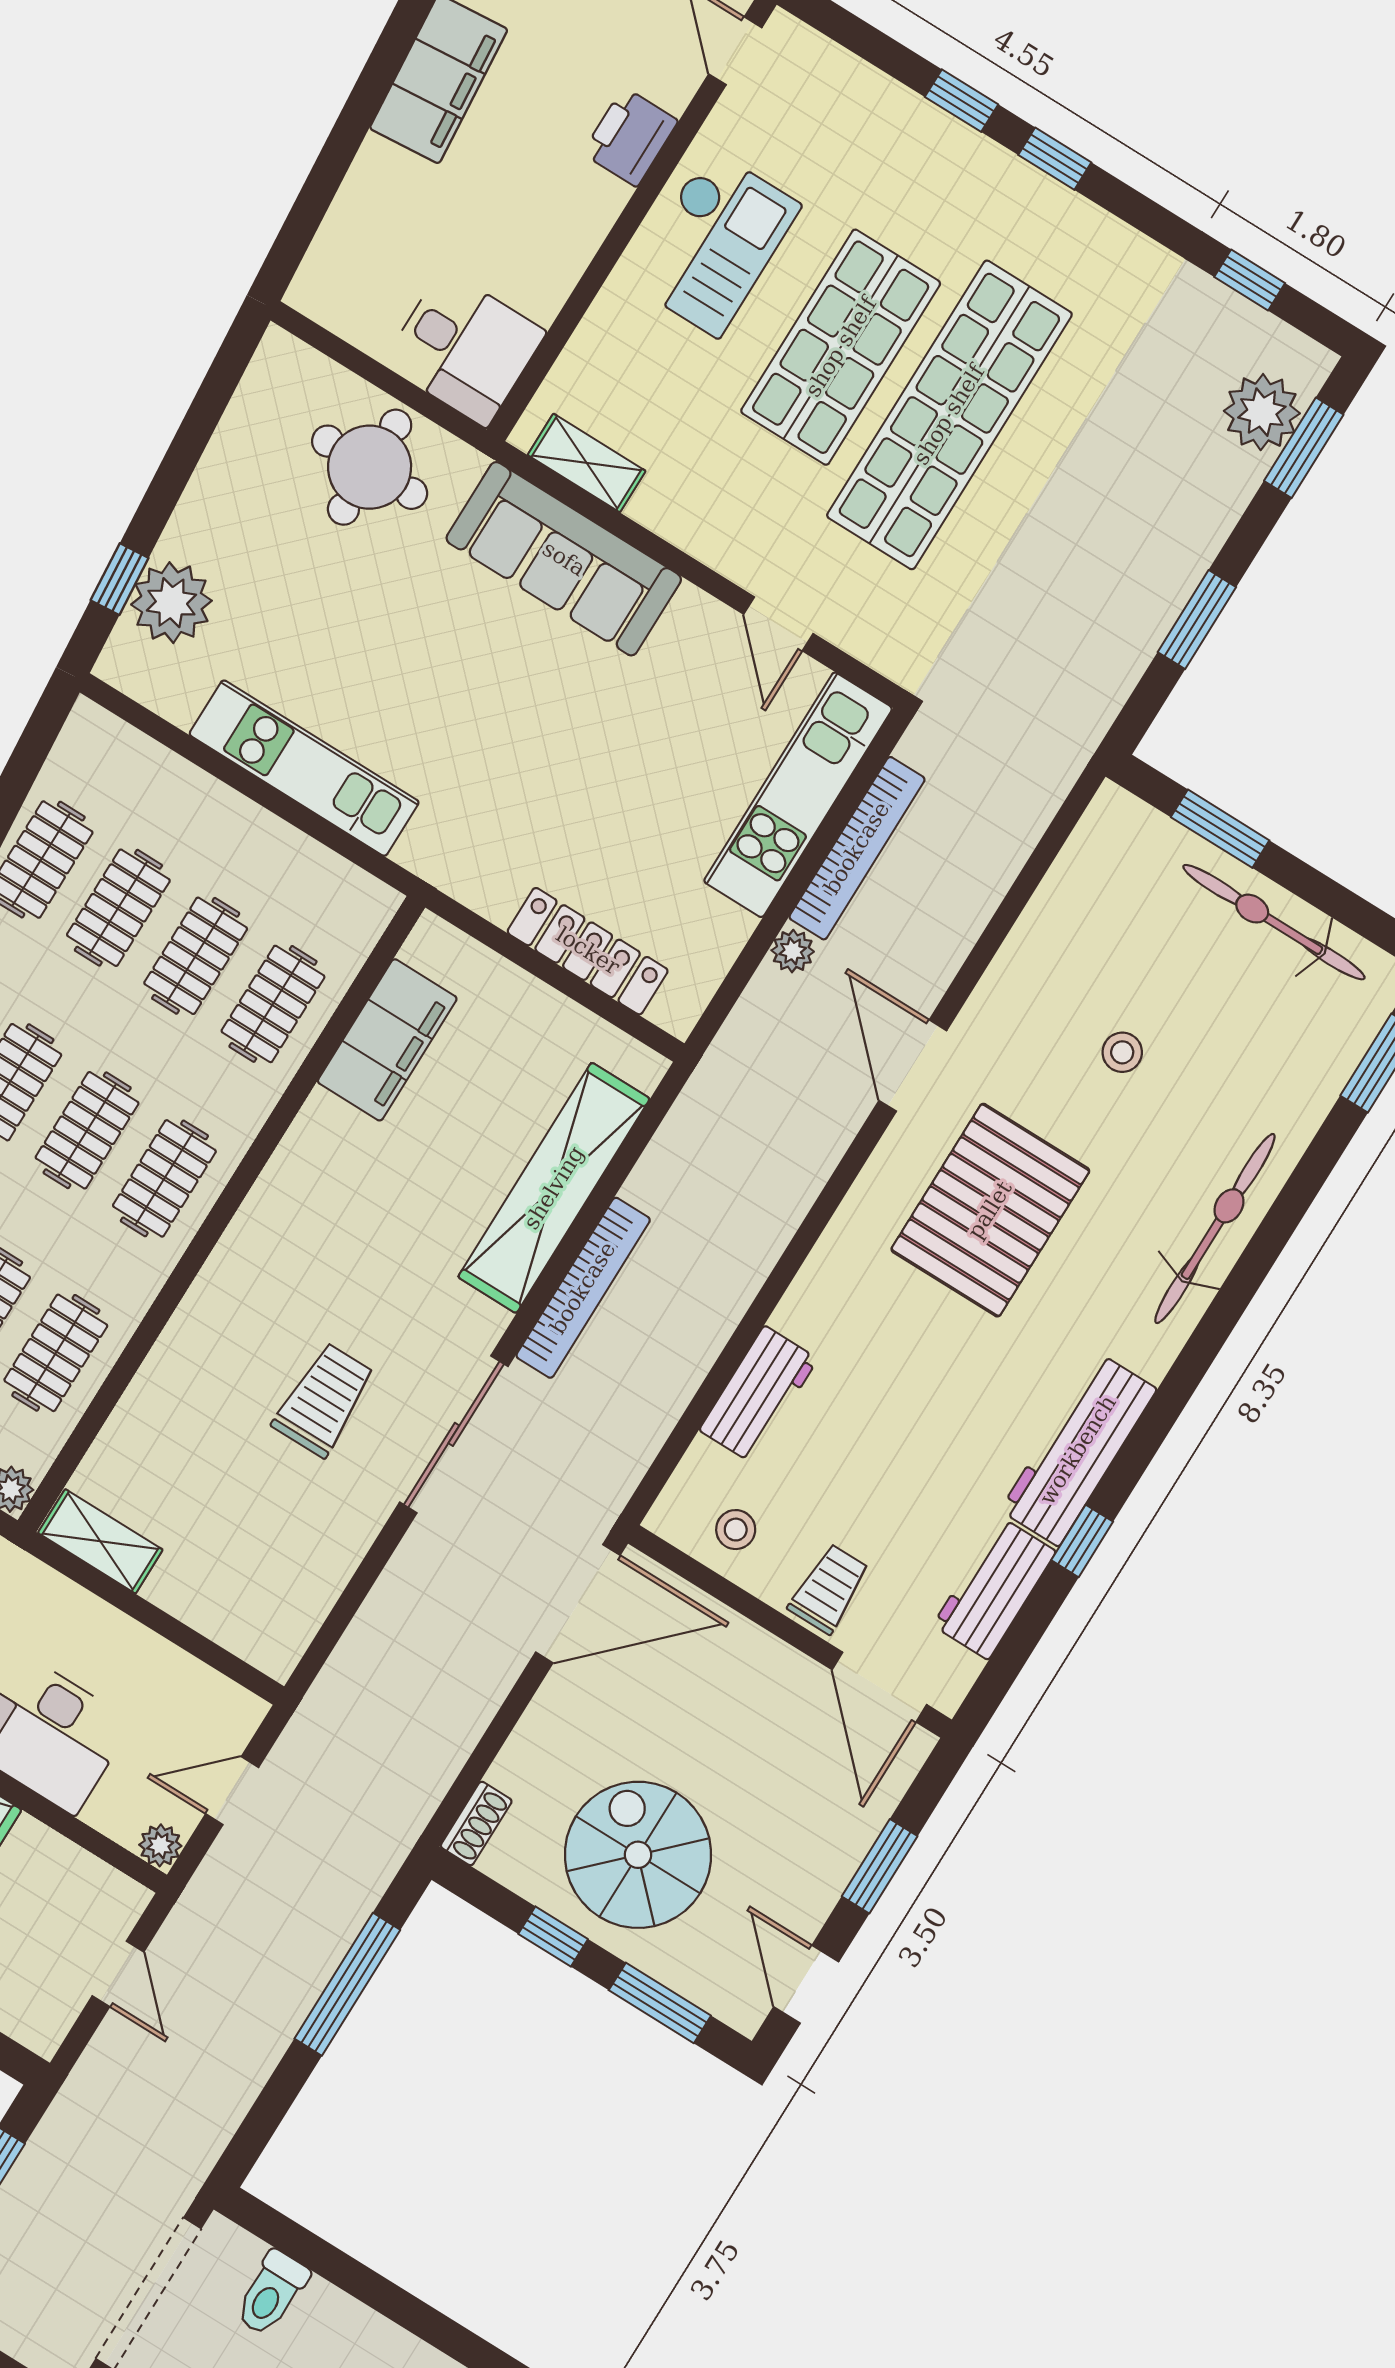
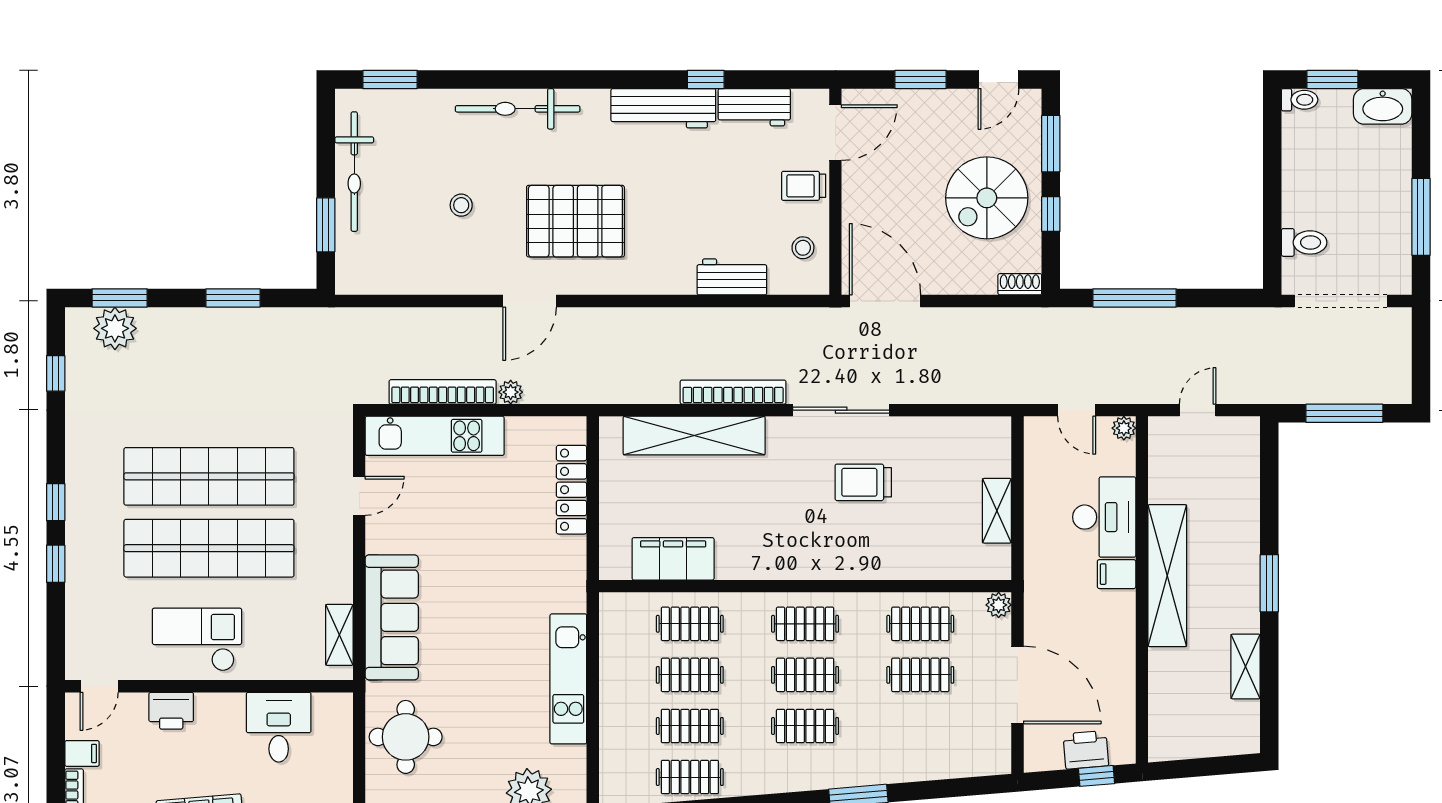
shop shelf: (841, 347) -> (209, 548), width x1.40
desk: (464, 348) -> (279, 727), moved
shelving: (100, 1541) -> (997, 511), moved

